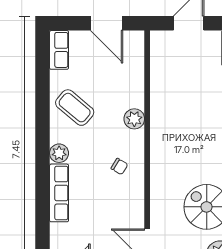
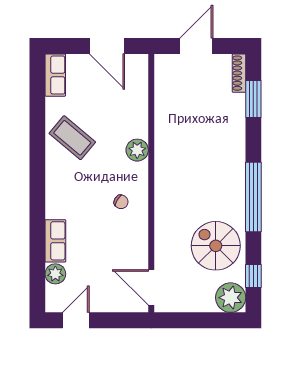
plant: (59, 153) -> (55, 274), moved
row of seats: (59, 193) -> (55, 241), width x0.68

